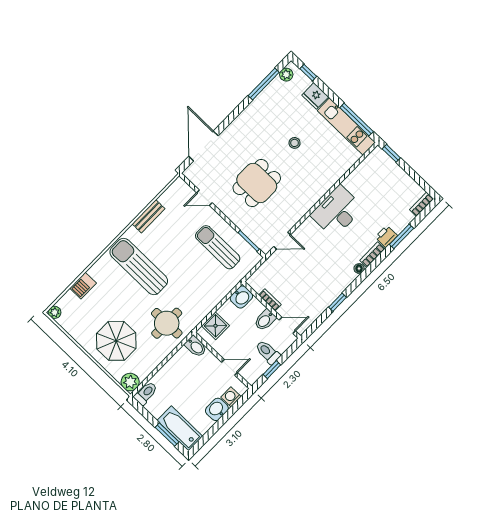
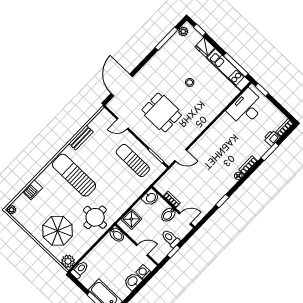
dining table: (257, 183) -> (162, 112), turned 90
desk: (337, 211) -> (246, 108), moved
printer: (386, 236) -> (272, 138), moved

